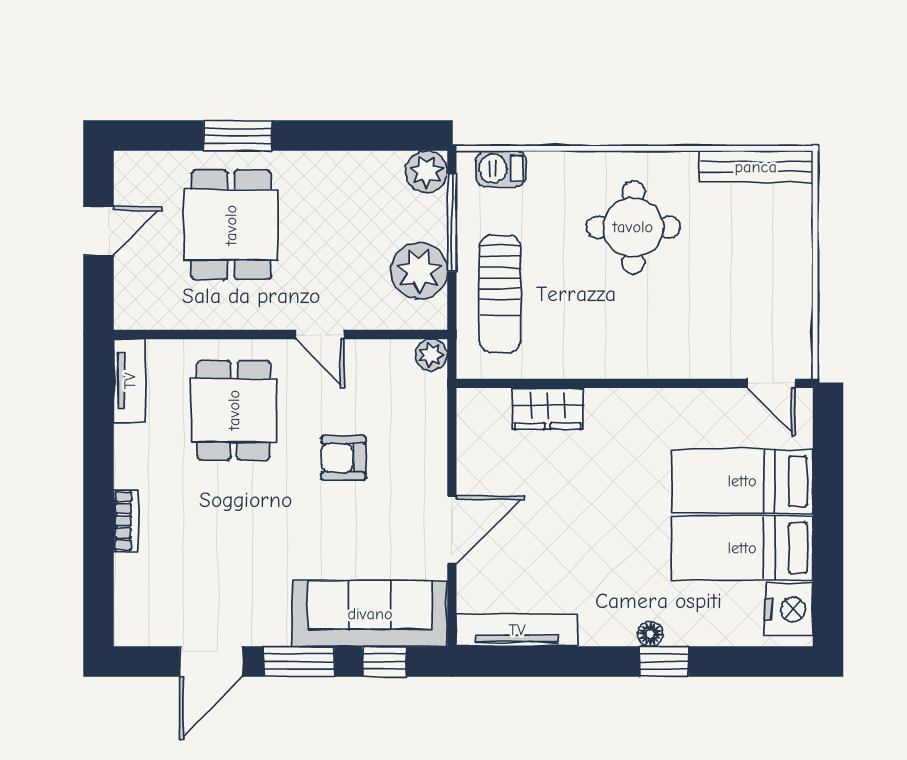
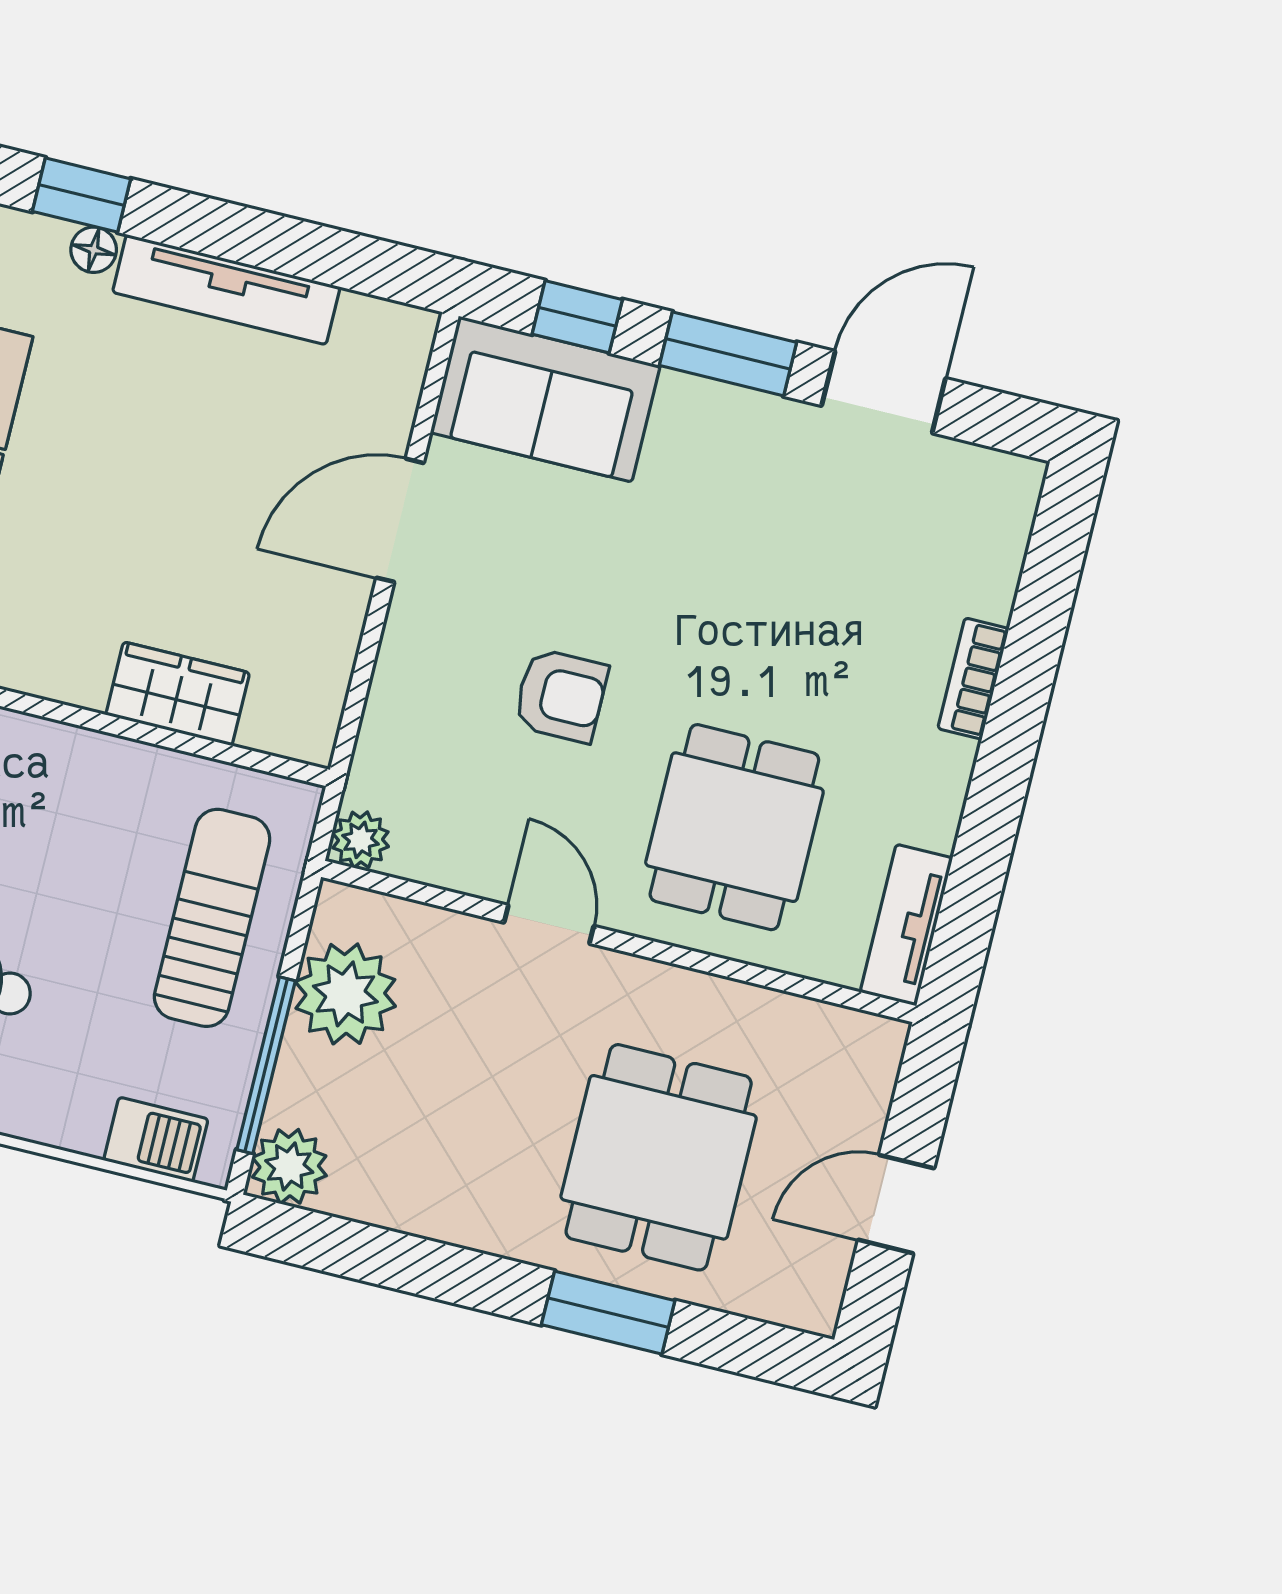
sofa: (370, 614) -> (545, 399), width x0.73
tv unit: (517, 630) -> (226, 290), moved

